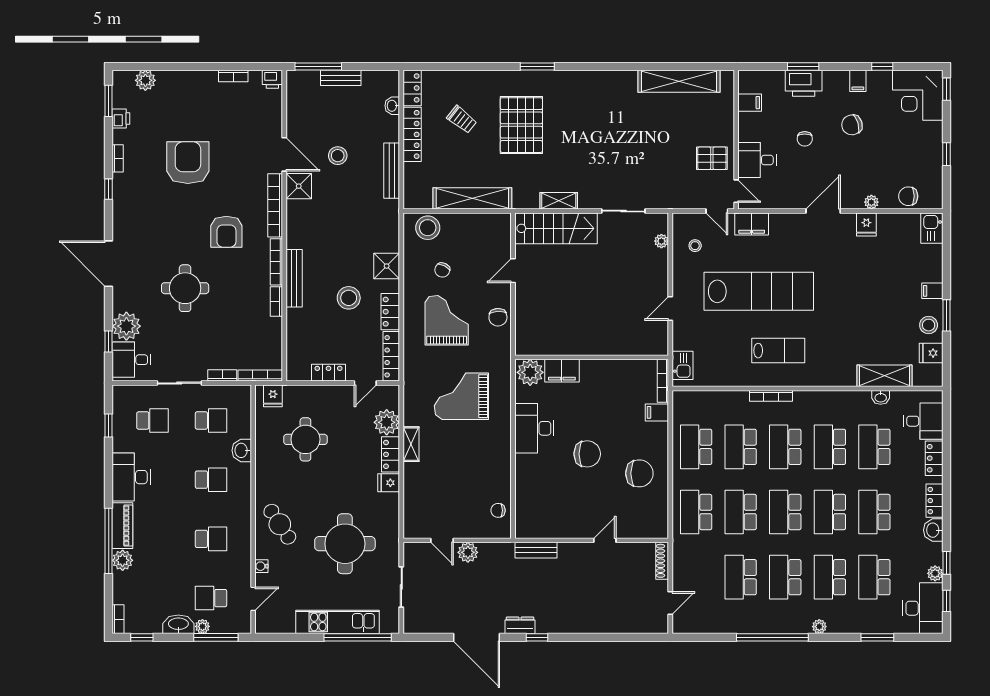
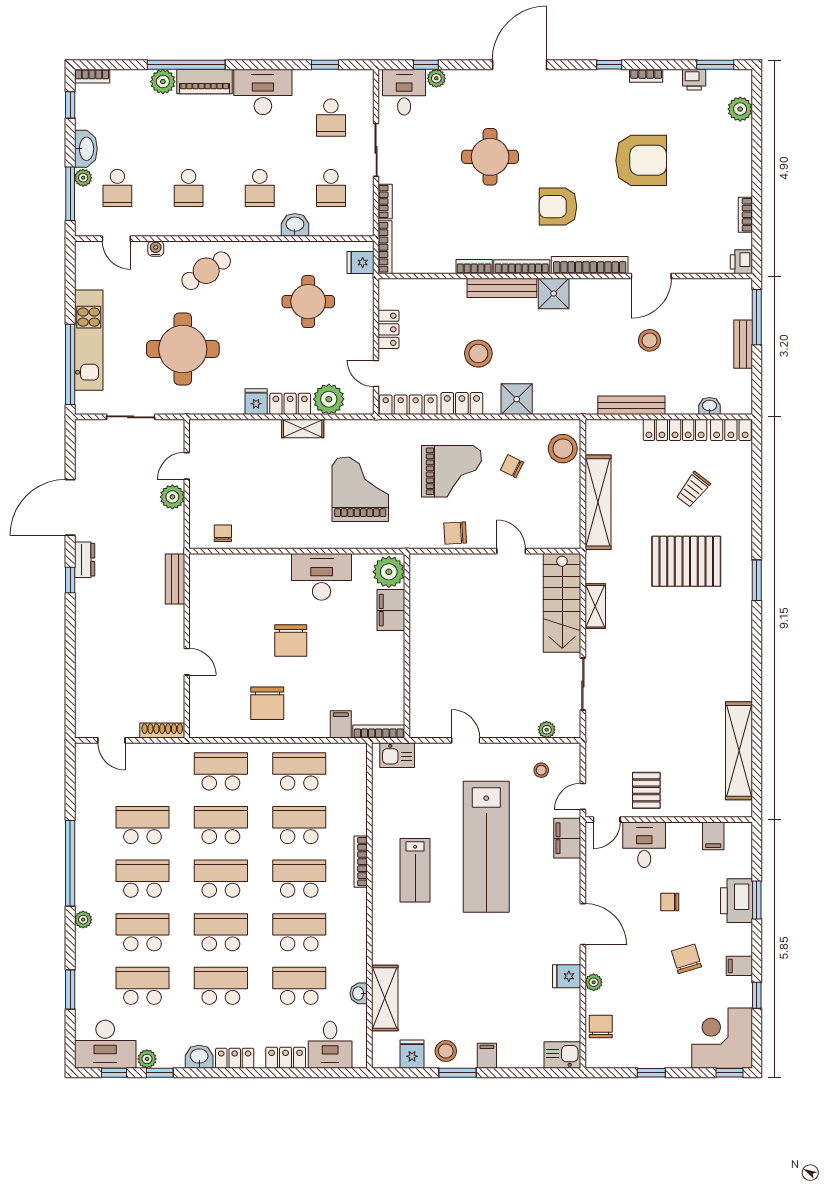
shower: (299, 186) -> (554, 293), moved
plant: (126, 326) -> (436, 78), width x0.53, depth x0.53
school desk: (211, 598) -> (117, 188), turned 180

